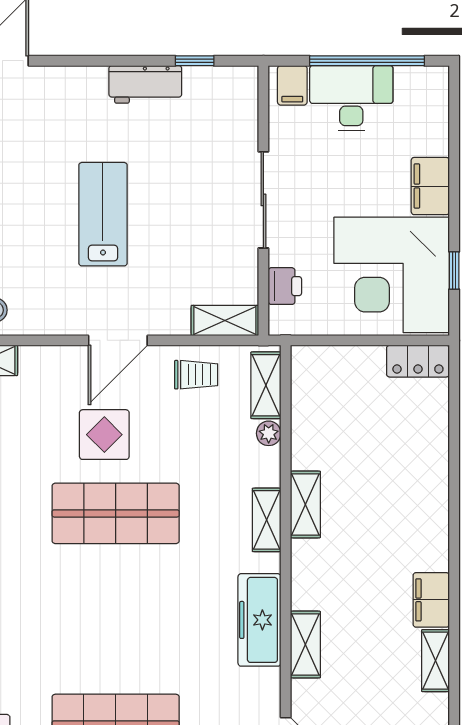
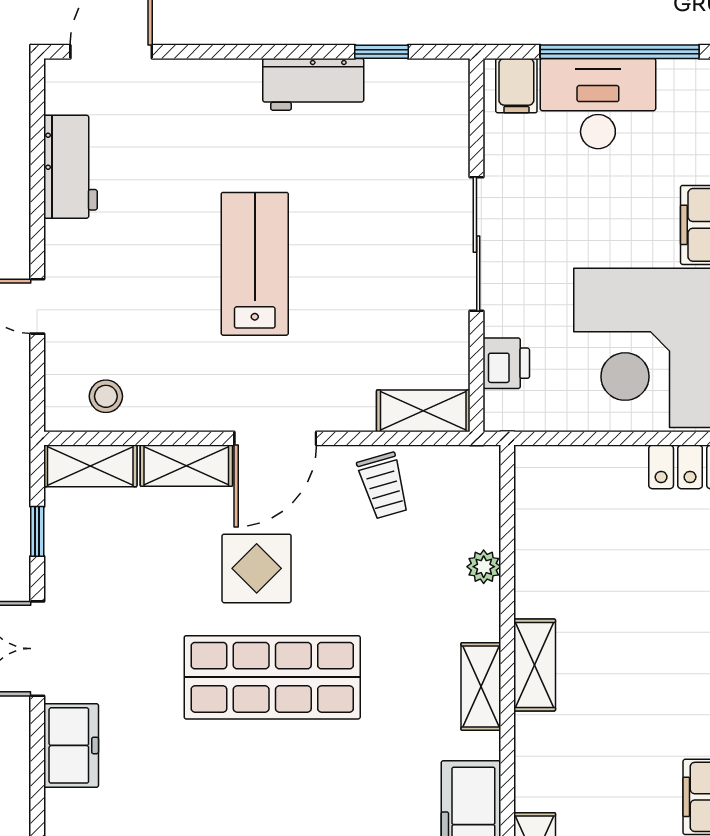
trolley: (196, 375) -> (383, 486), turned 74
shelving: (266, 385) -> (186, 466), moved, turned 90

